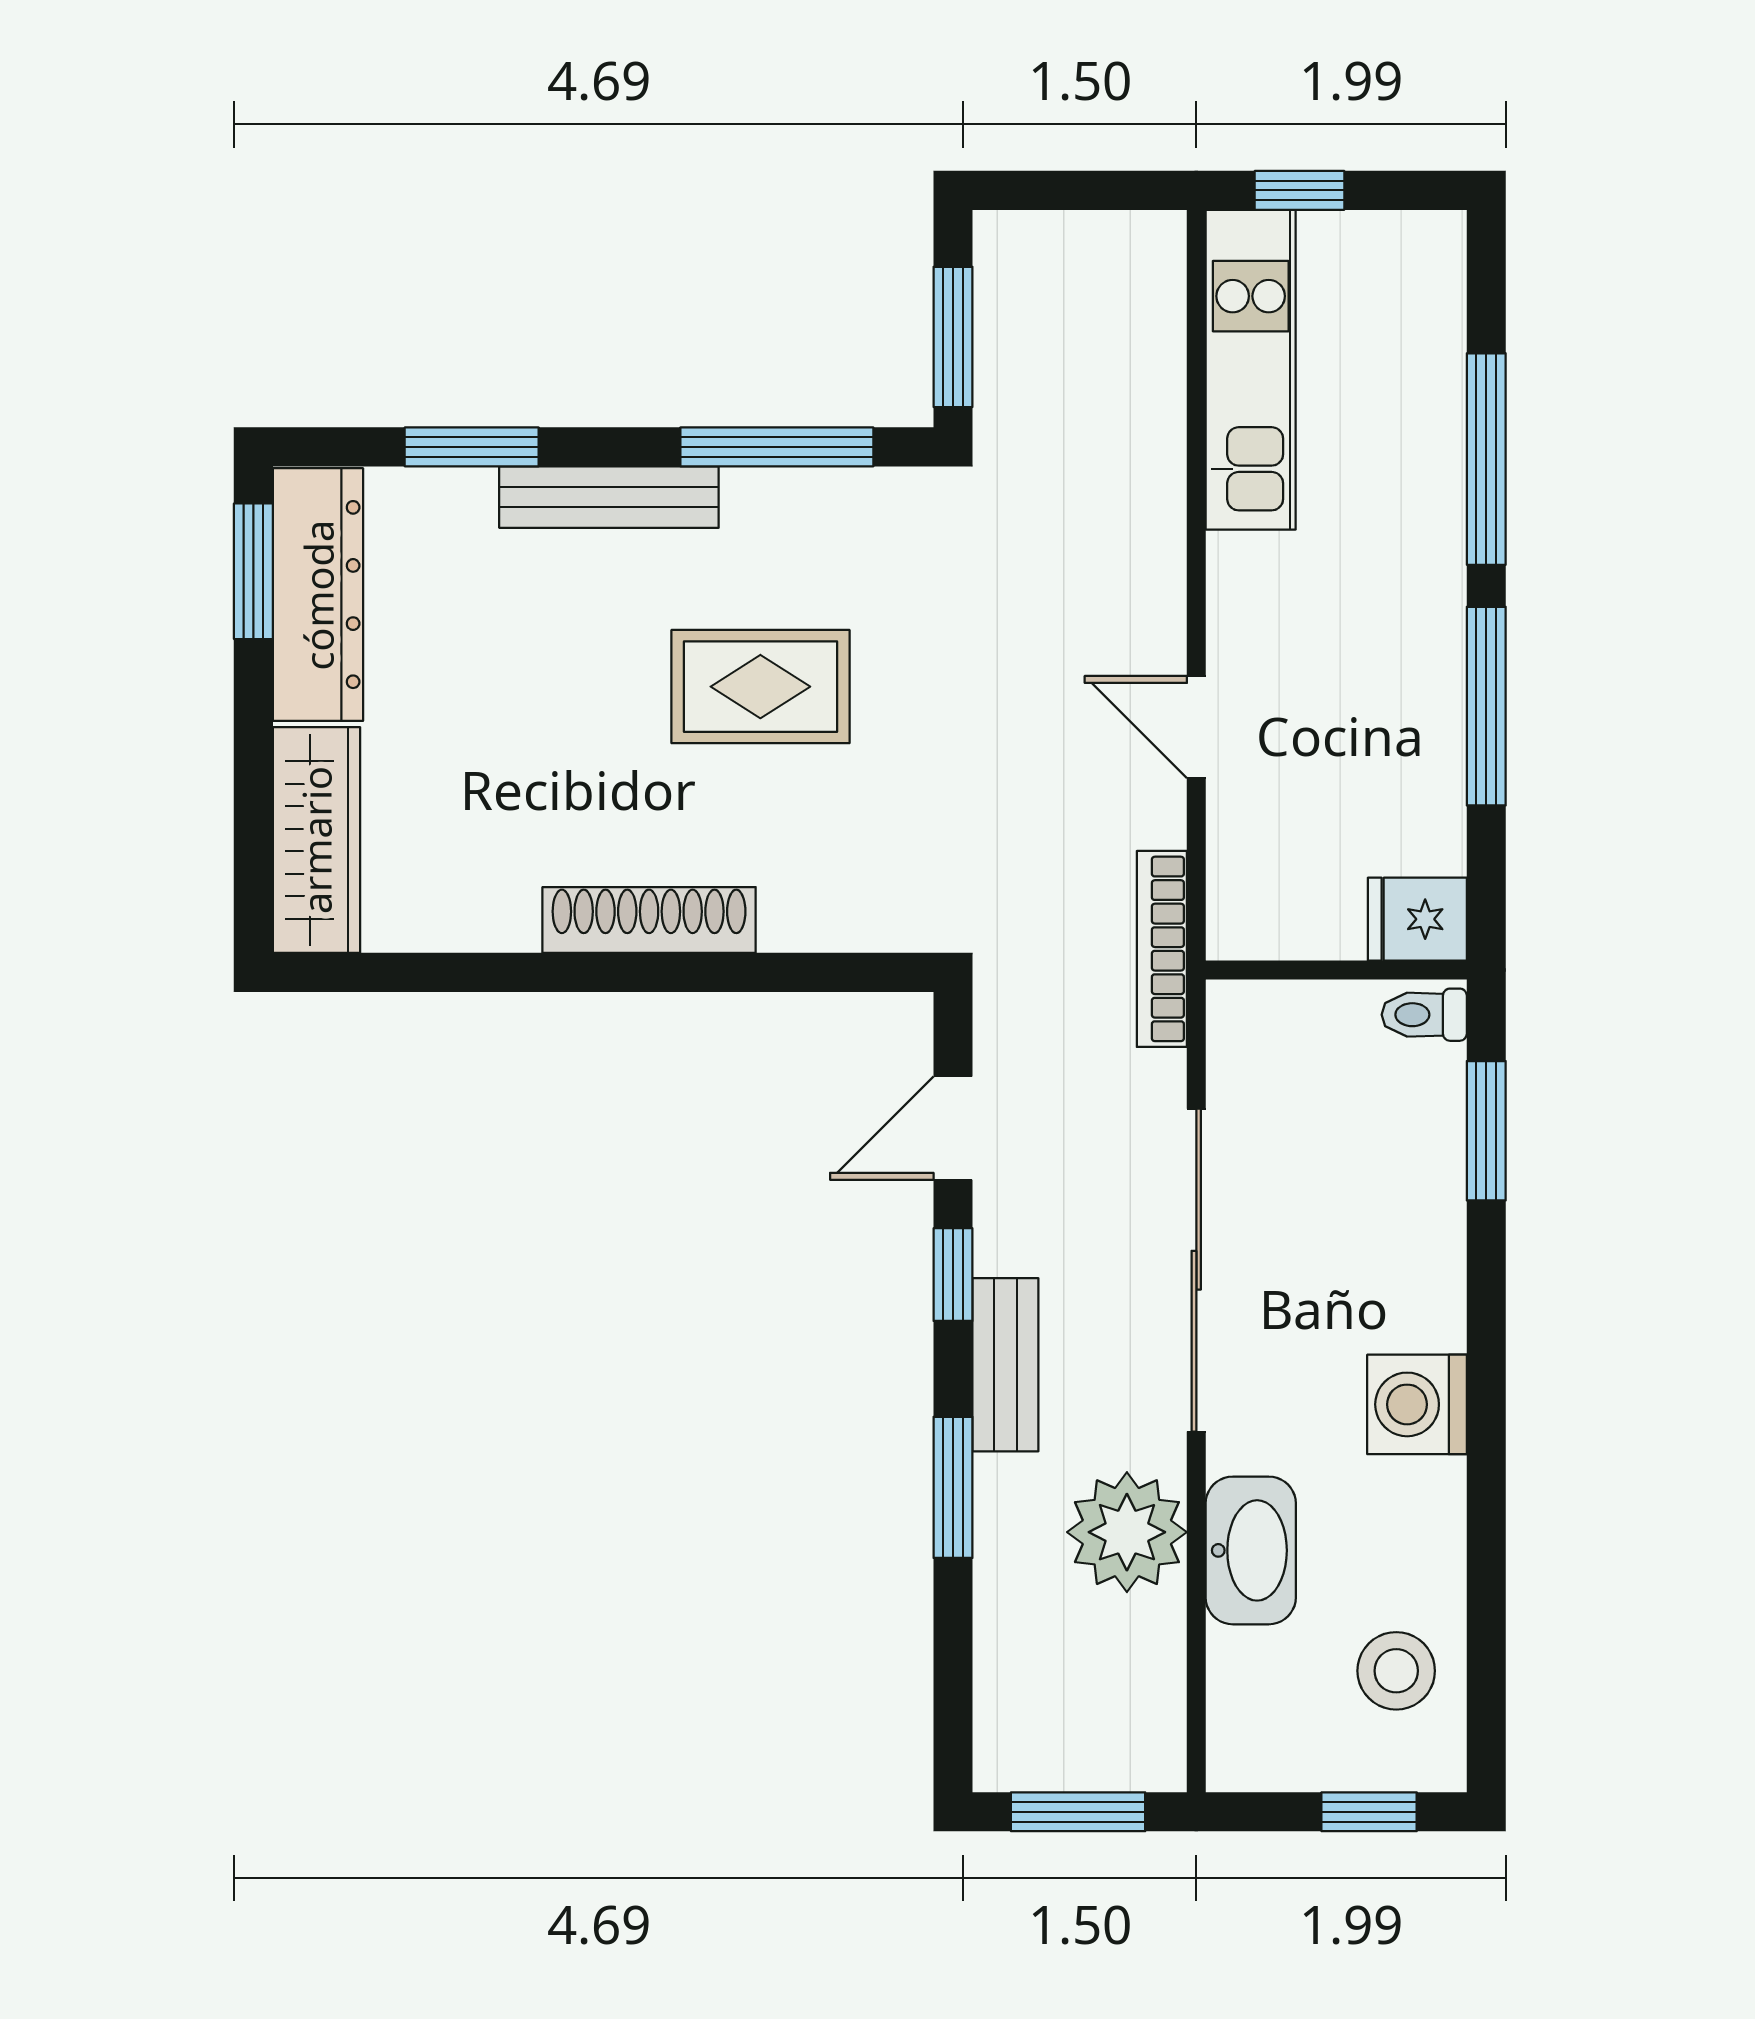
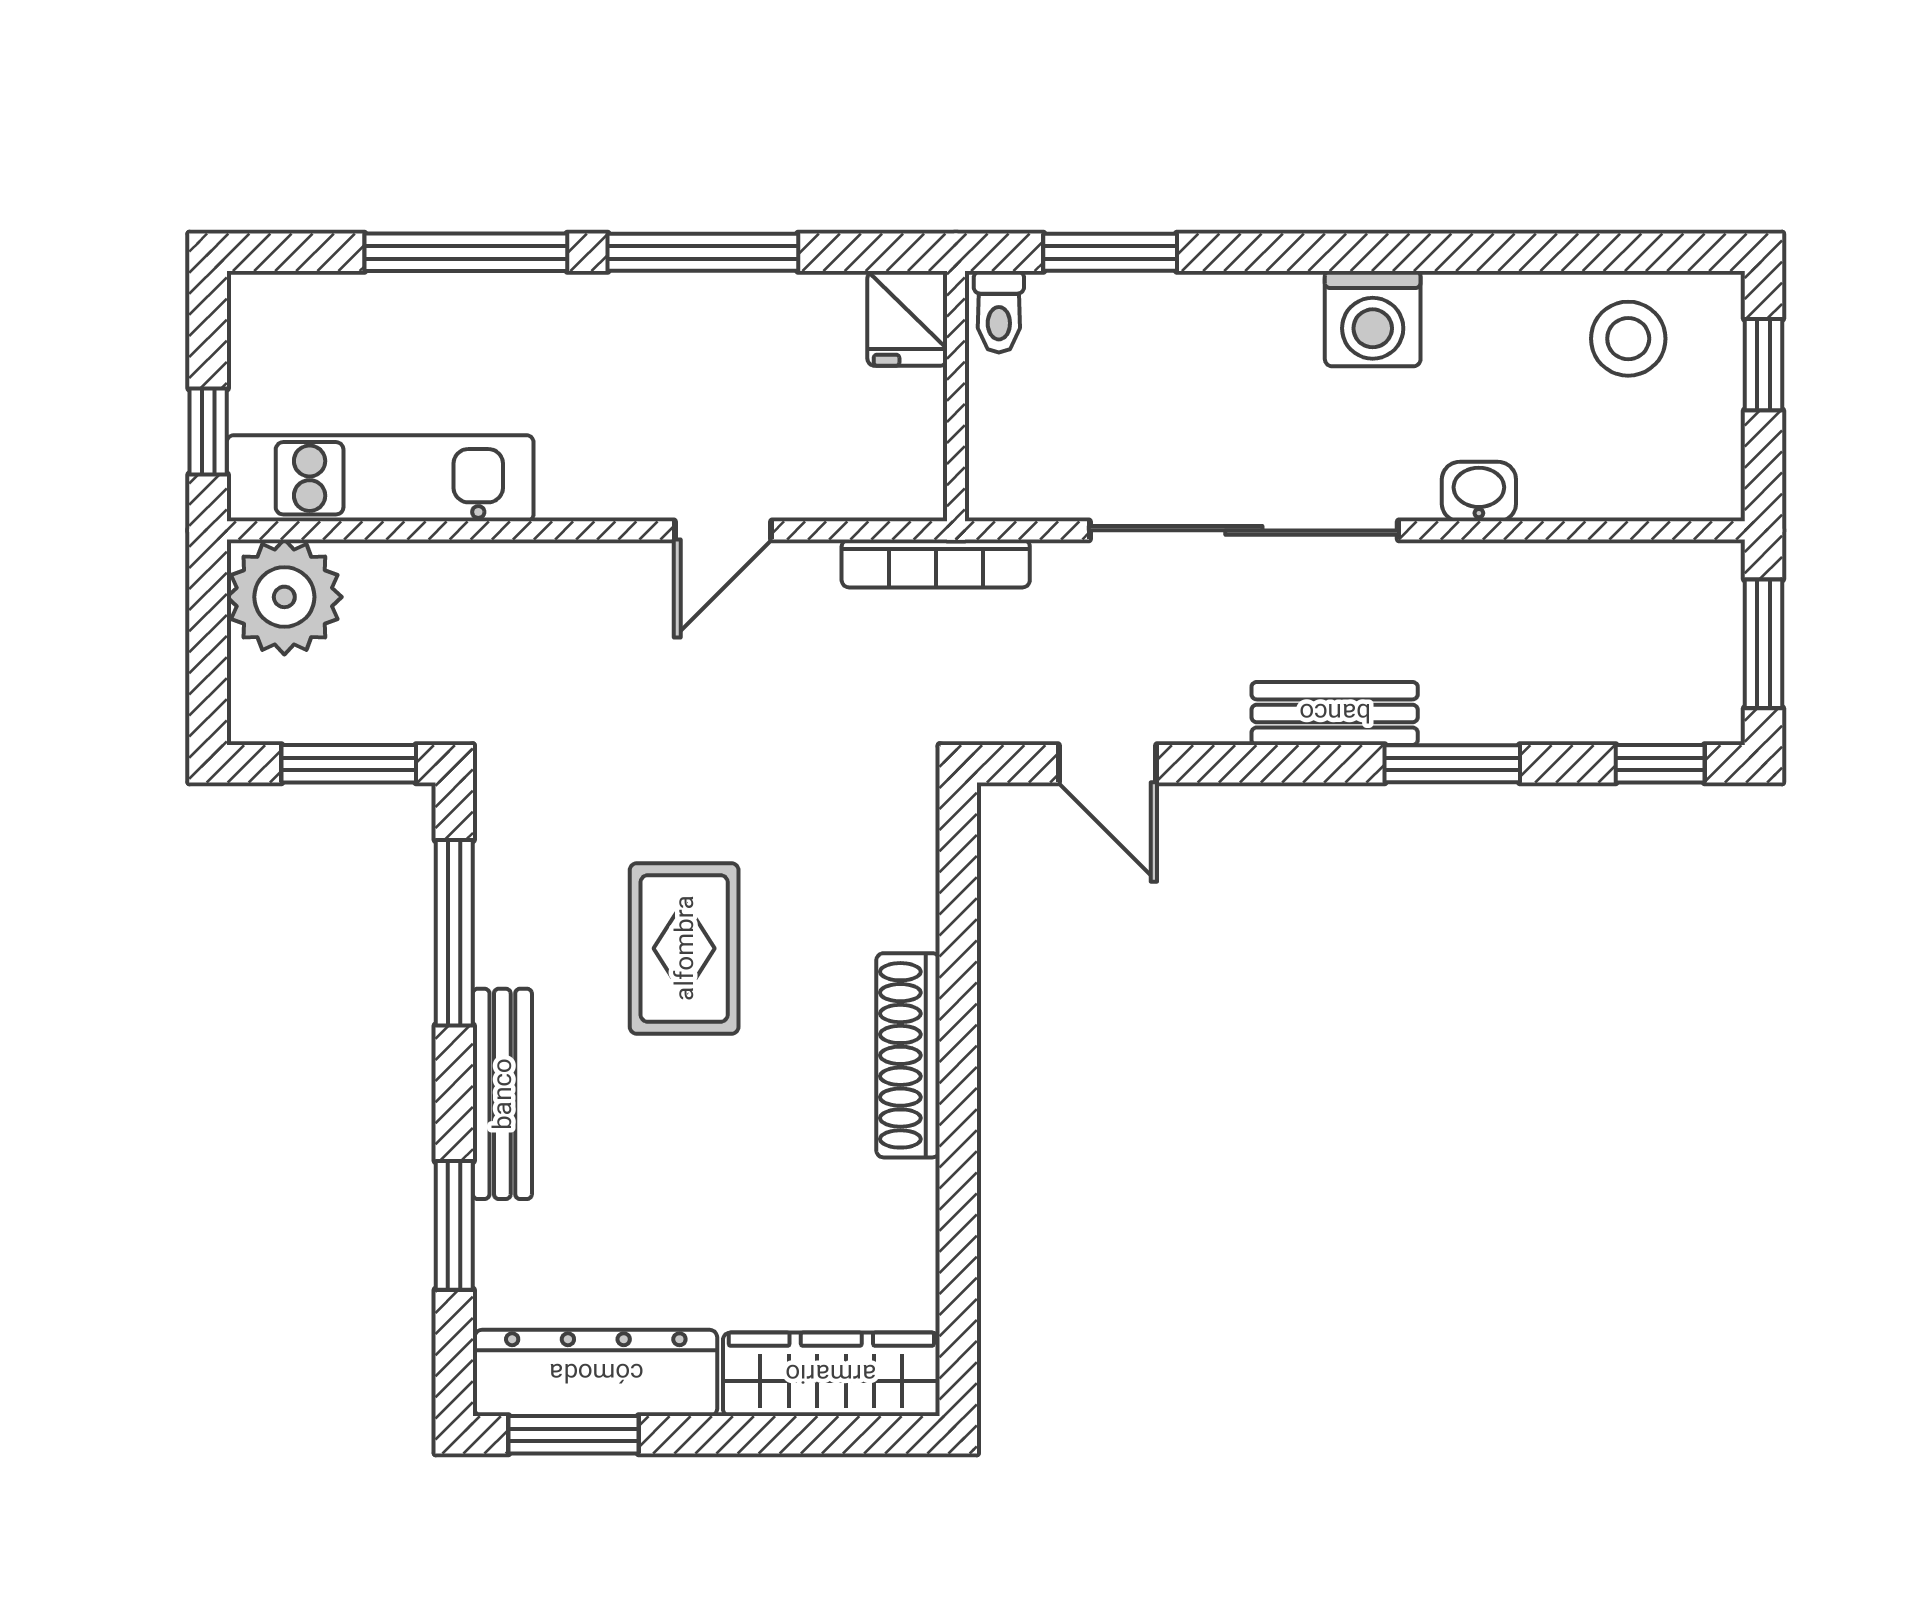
window: (953, 1275) -> (1660, 764), moved
plant: (1127, 1532) -> (284, 597), moved
washbasin: (1251, 1550) -> (1479, 492), width x0.52, depth x0.69

